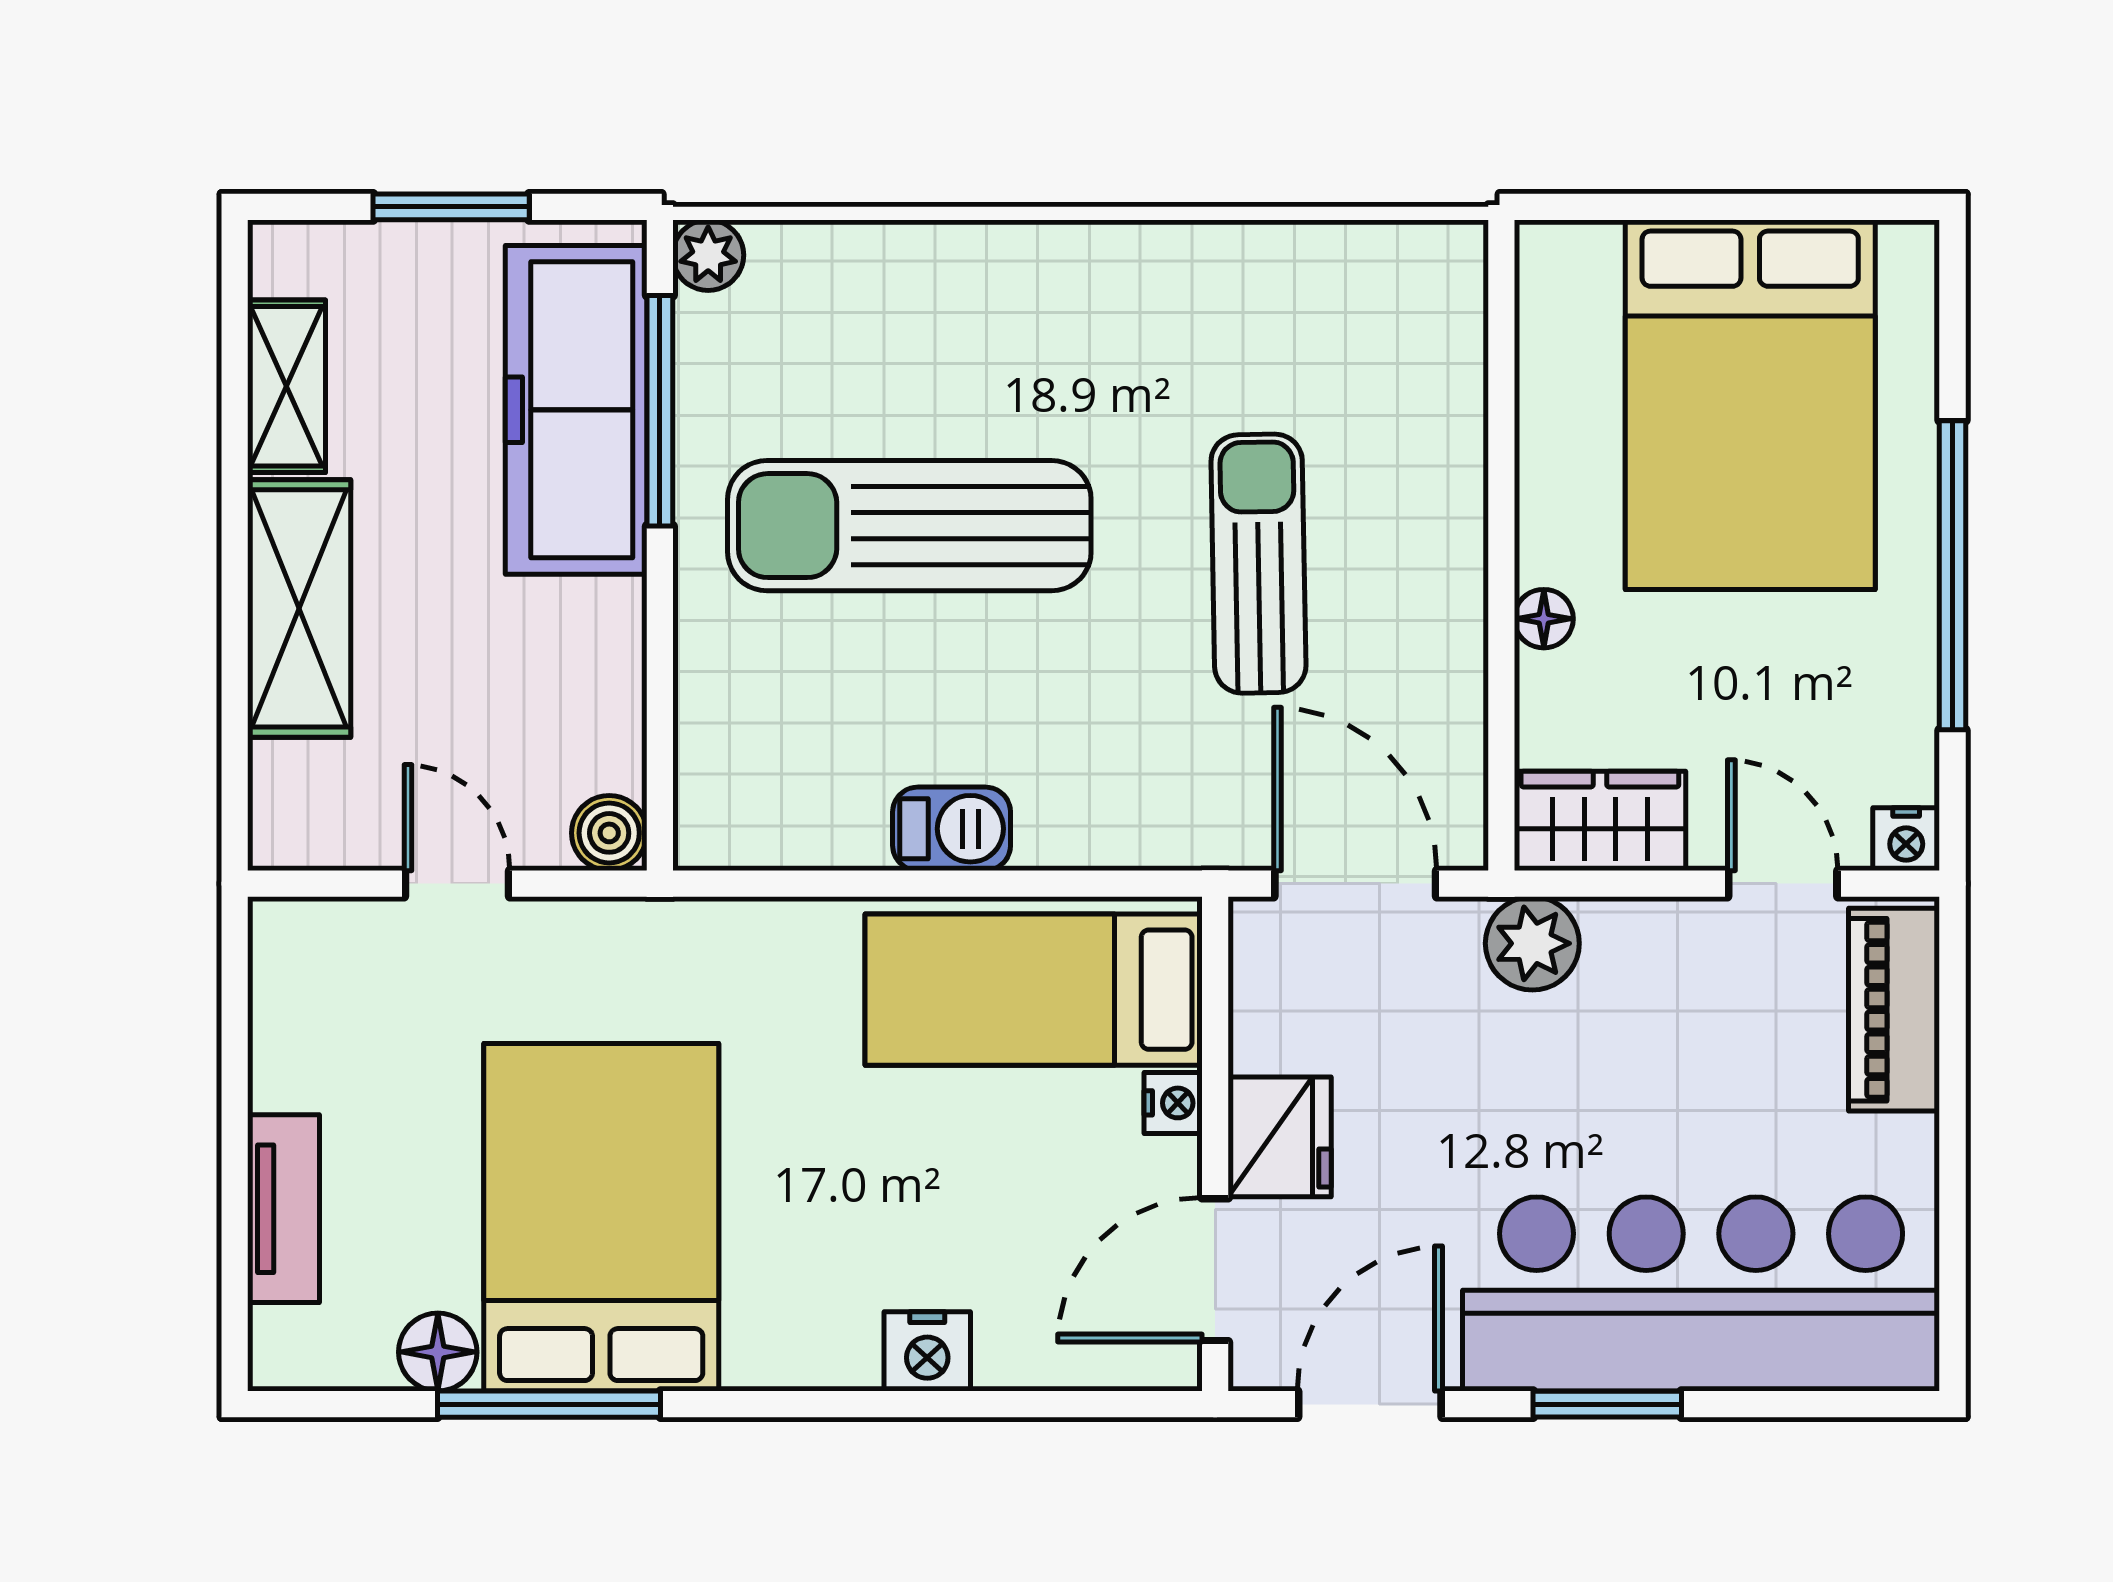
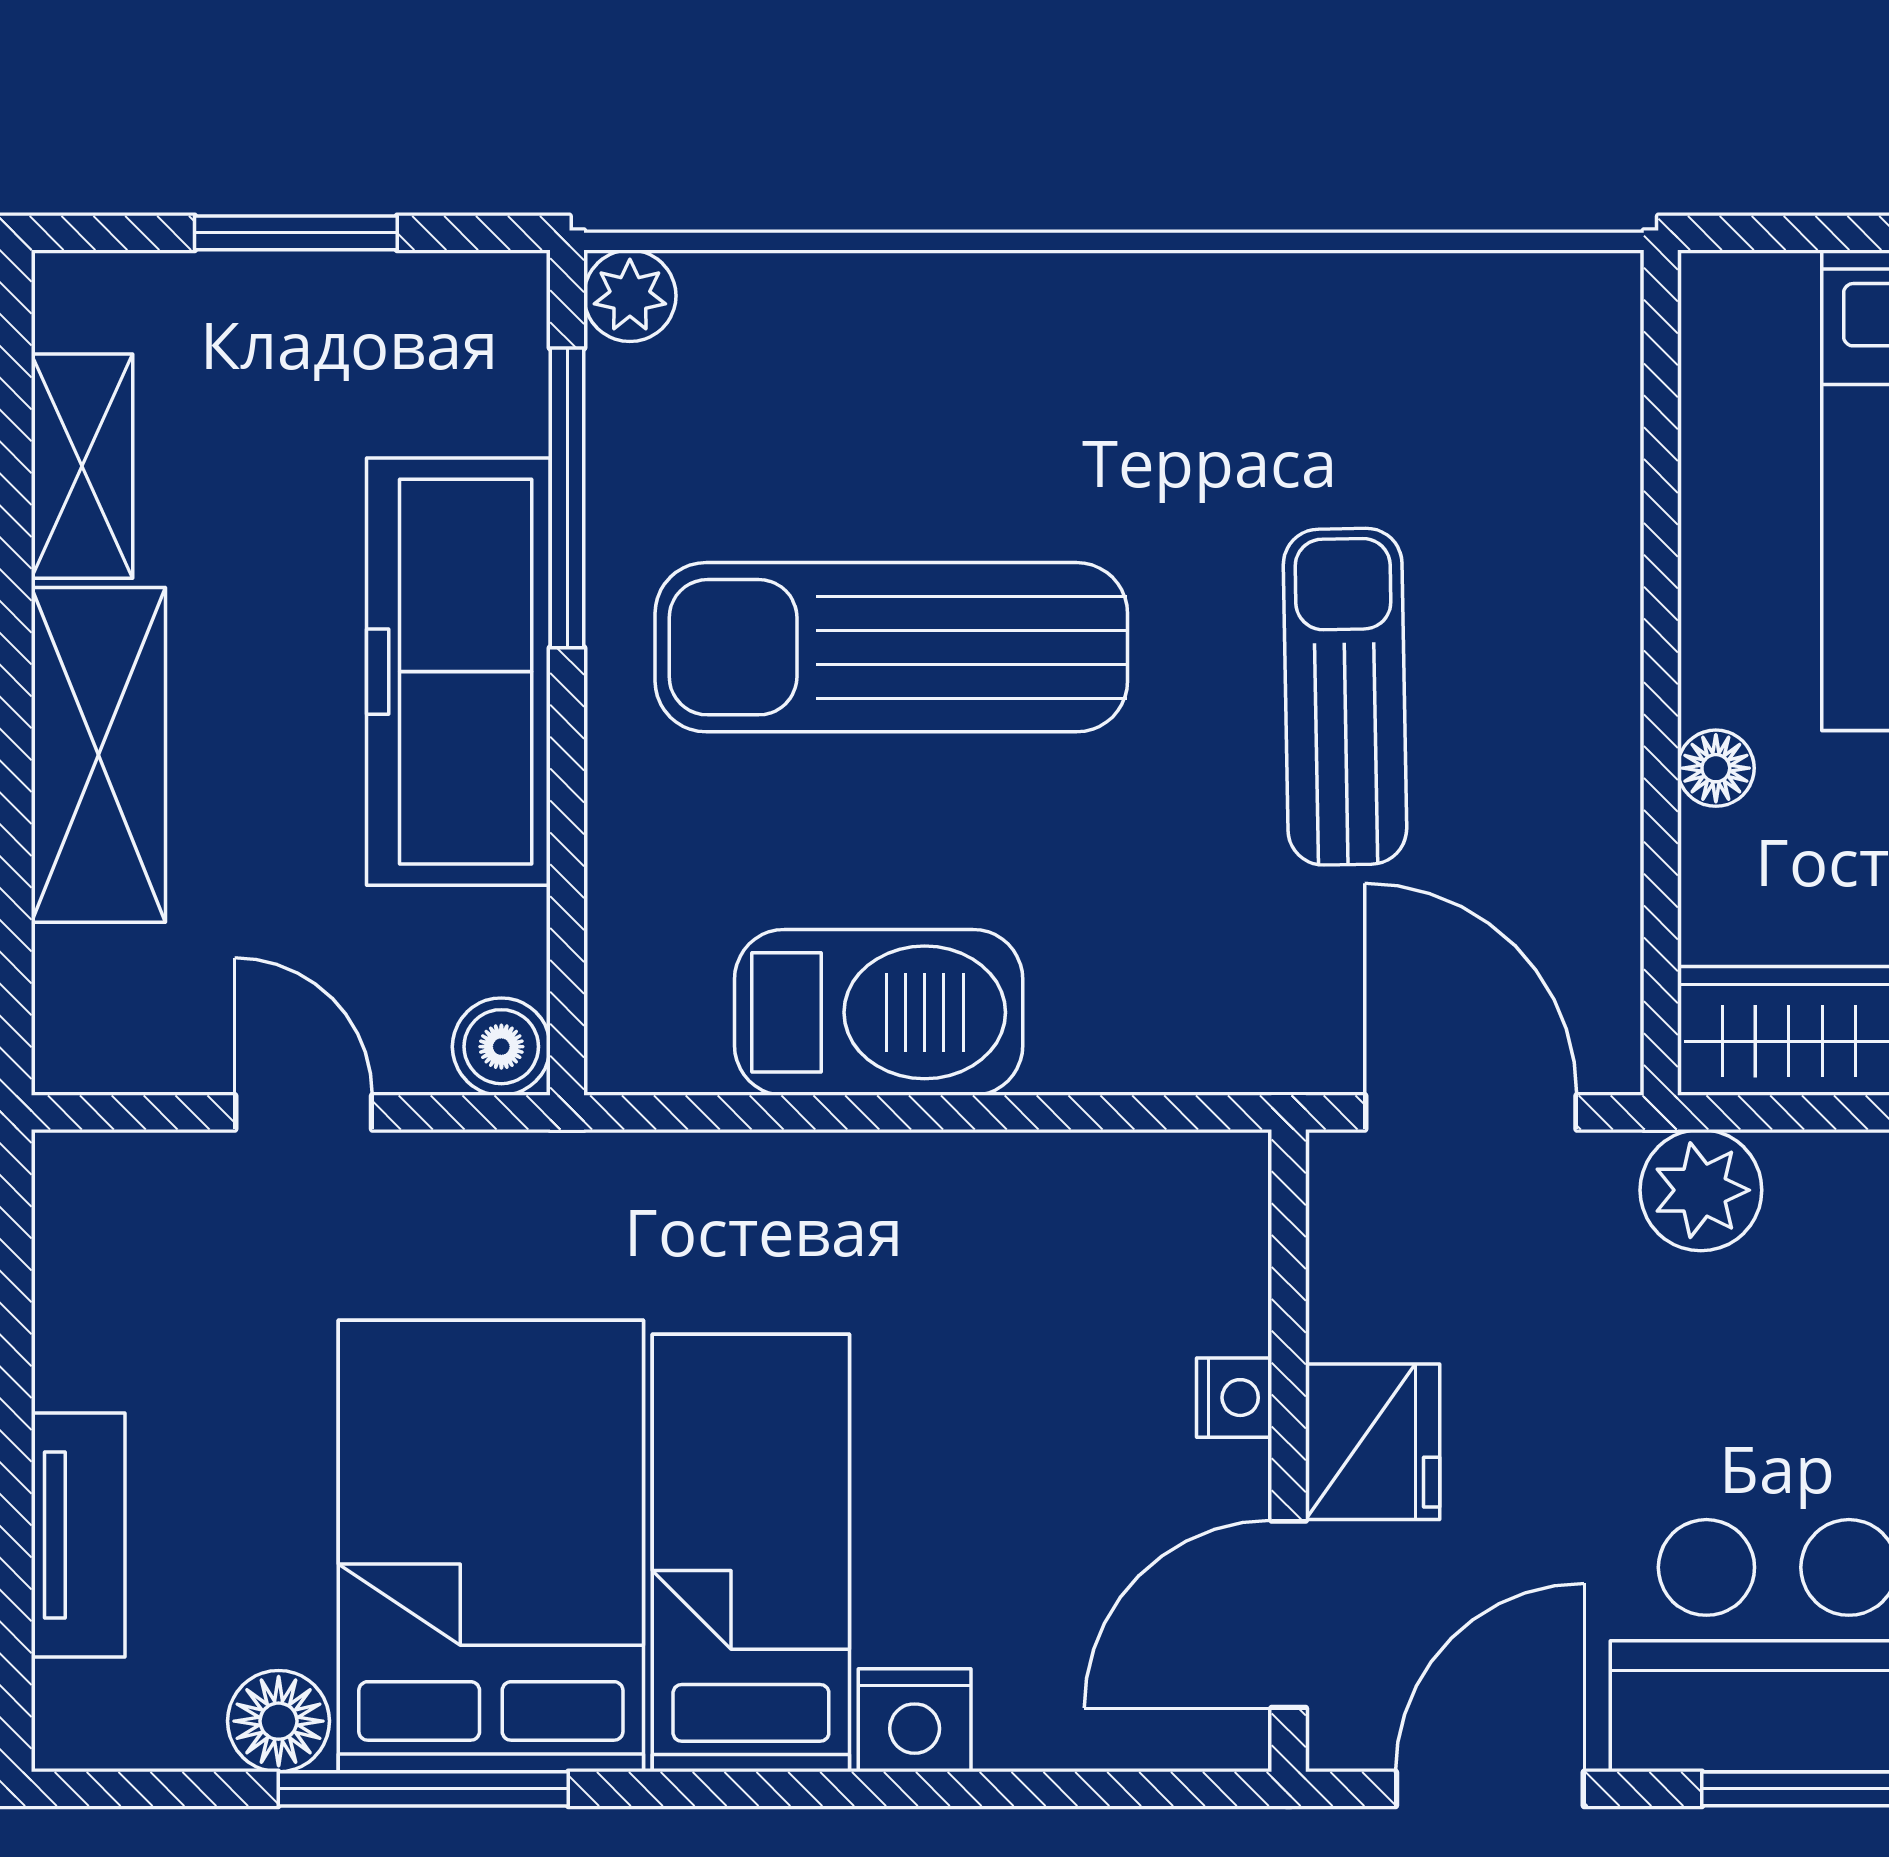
freezer: (576, 410) -> (458, 672), moved
barbecue: (952, 829) -> (879, 1012), width x1.88, depth x1.53
bed: (1034, 990) -> (751, 1553), moved, turned 90

